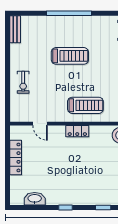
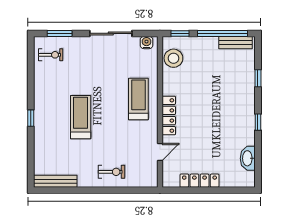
window: (69, 13) -> (31, 118), width x0.32
bench: (15, 29) -> (55, 181), width x1.36
locker: (77, 131) -> (169, 115), width x1.53

